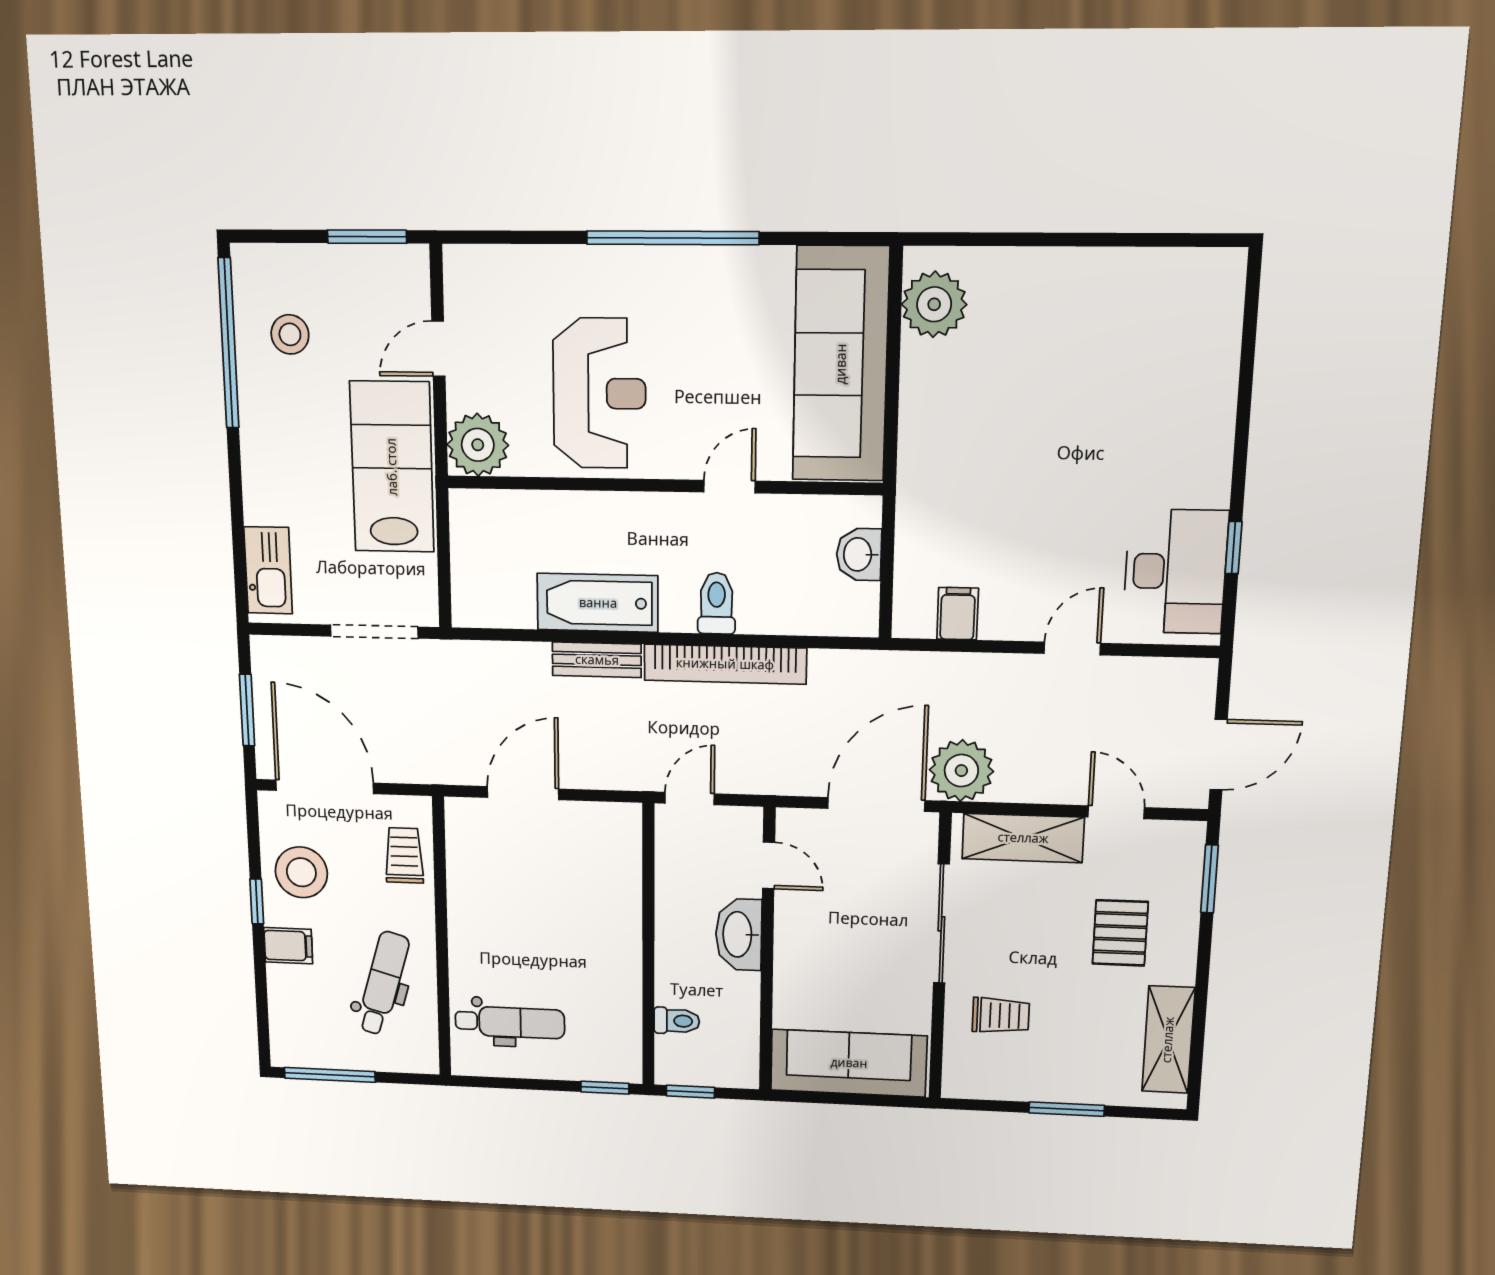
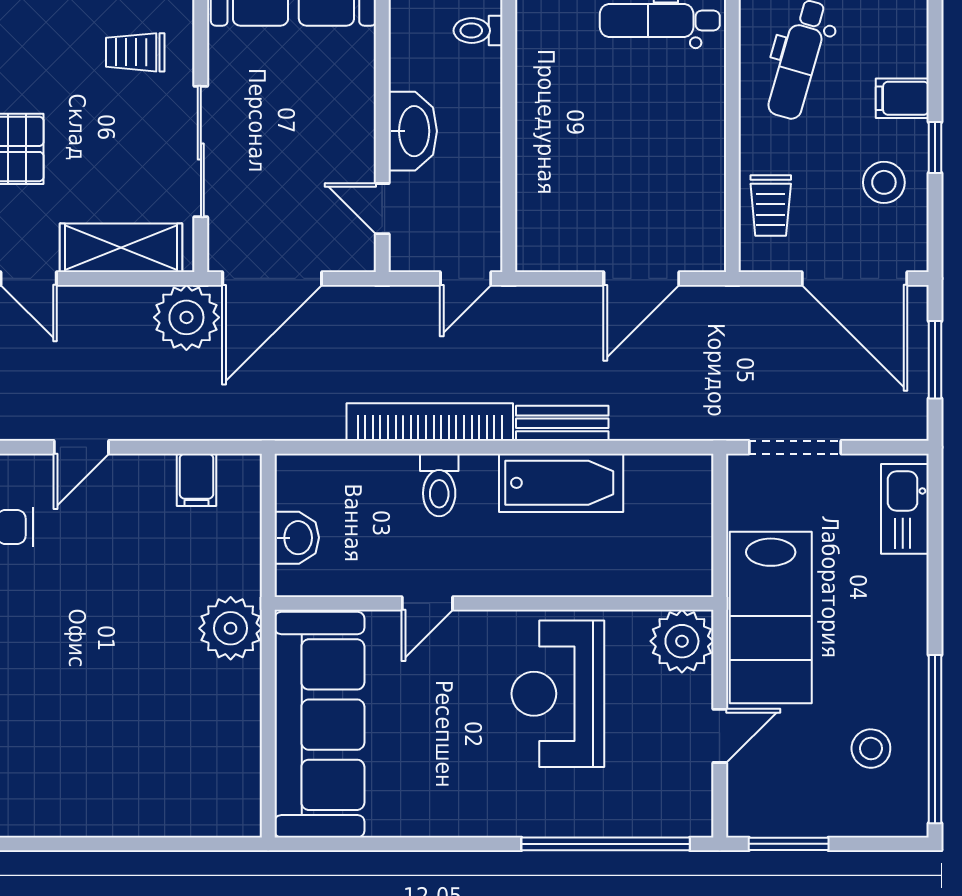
window: (673, 238) -> (606, 844), moved
plant: (934, 304) -> (231, 628), moved
stool: (301, 872) -> (884, 182), width x0.73, depth x0.73

